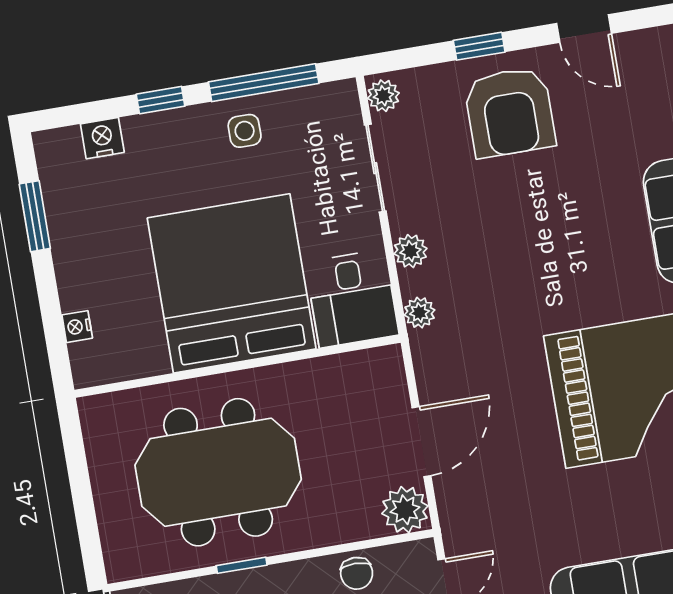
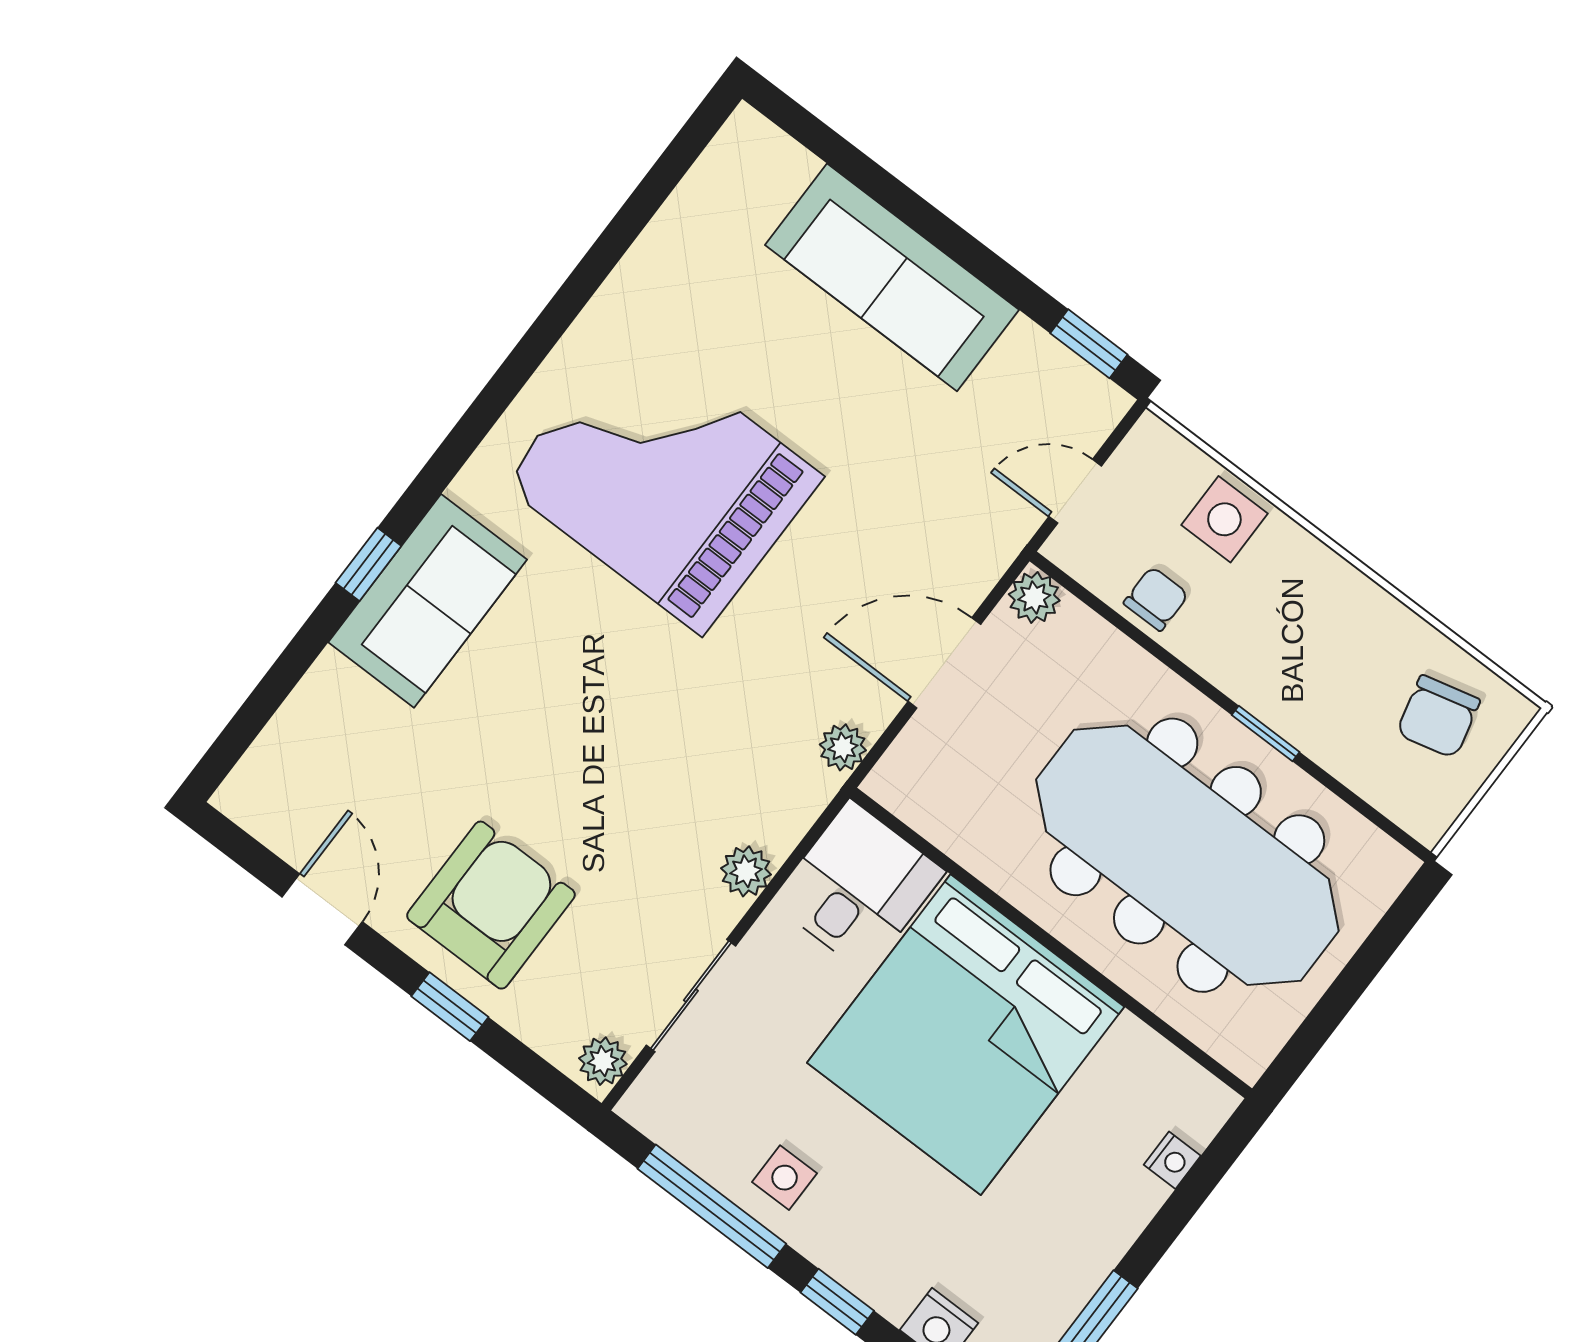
plant: (420, 313) -> (843, 747), moved
meeting table: (218, 472) -> (1187, 855), width x1.36
plant: (405, 510) -> (1034, 597), width x0.73, depth x0.73

